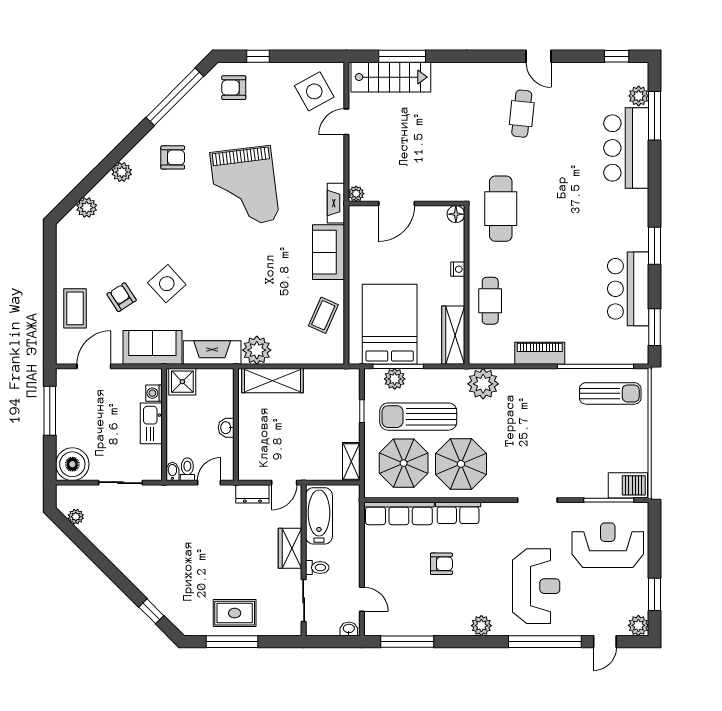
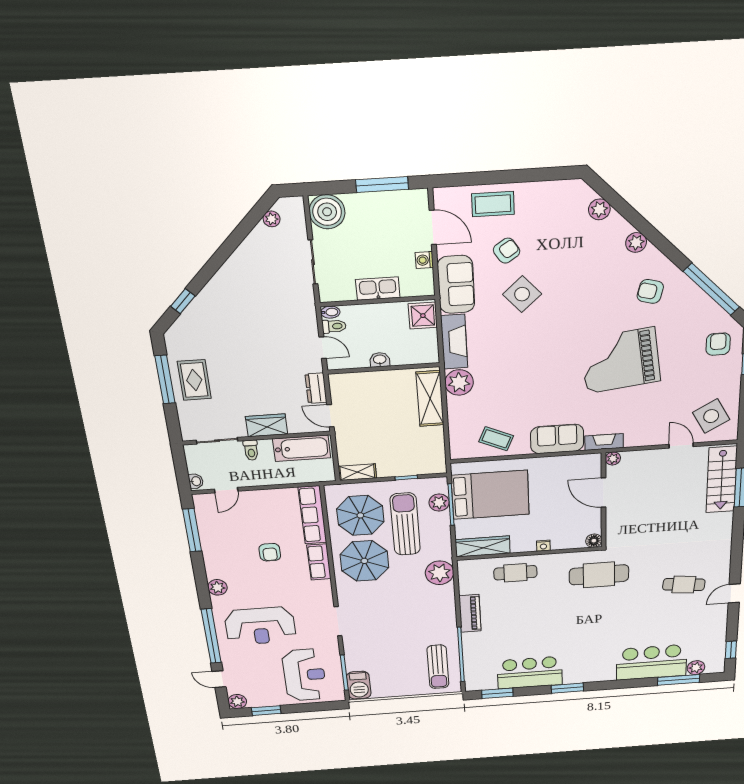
armchair: (173, 157) -> (650, 291), turned 105
washing machine: (154, 393) -> (424, 260), moved, turned -90

